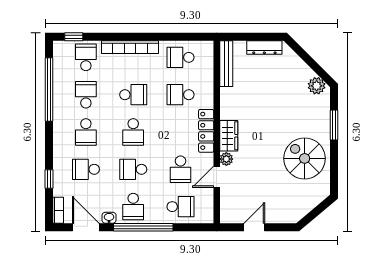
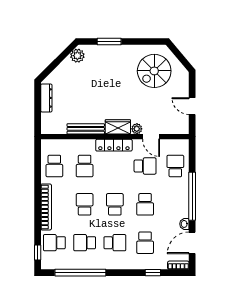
bench: (226, 64) -> (86, 129), moved
school desk: (133, 132) -> (115, 204), turned -90
spiral stairs: (305, 158) -> (154, 71), moved
school desk: (133, 207) -> (175, 204), removed

